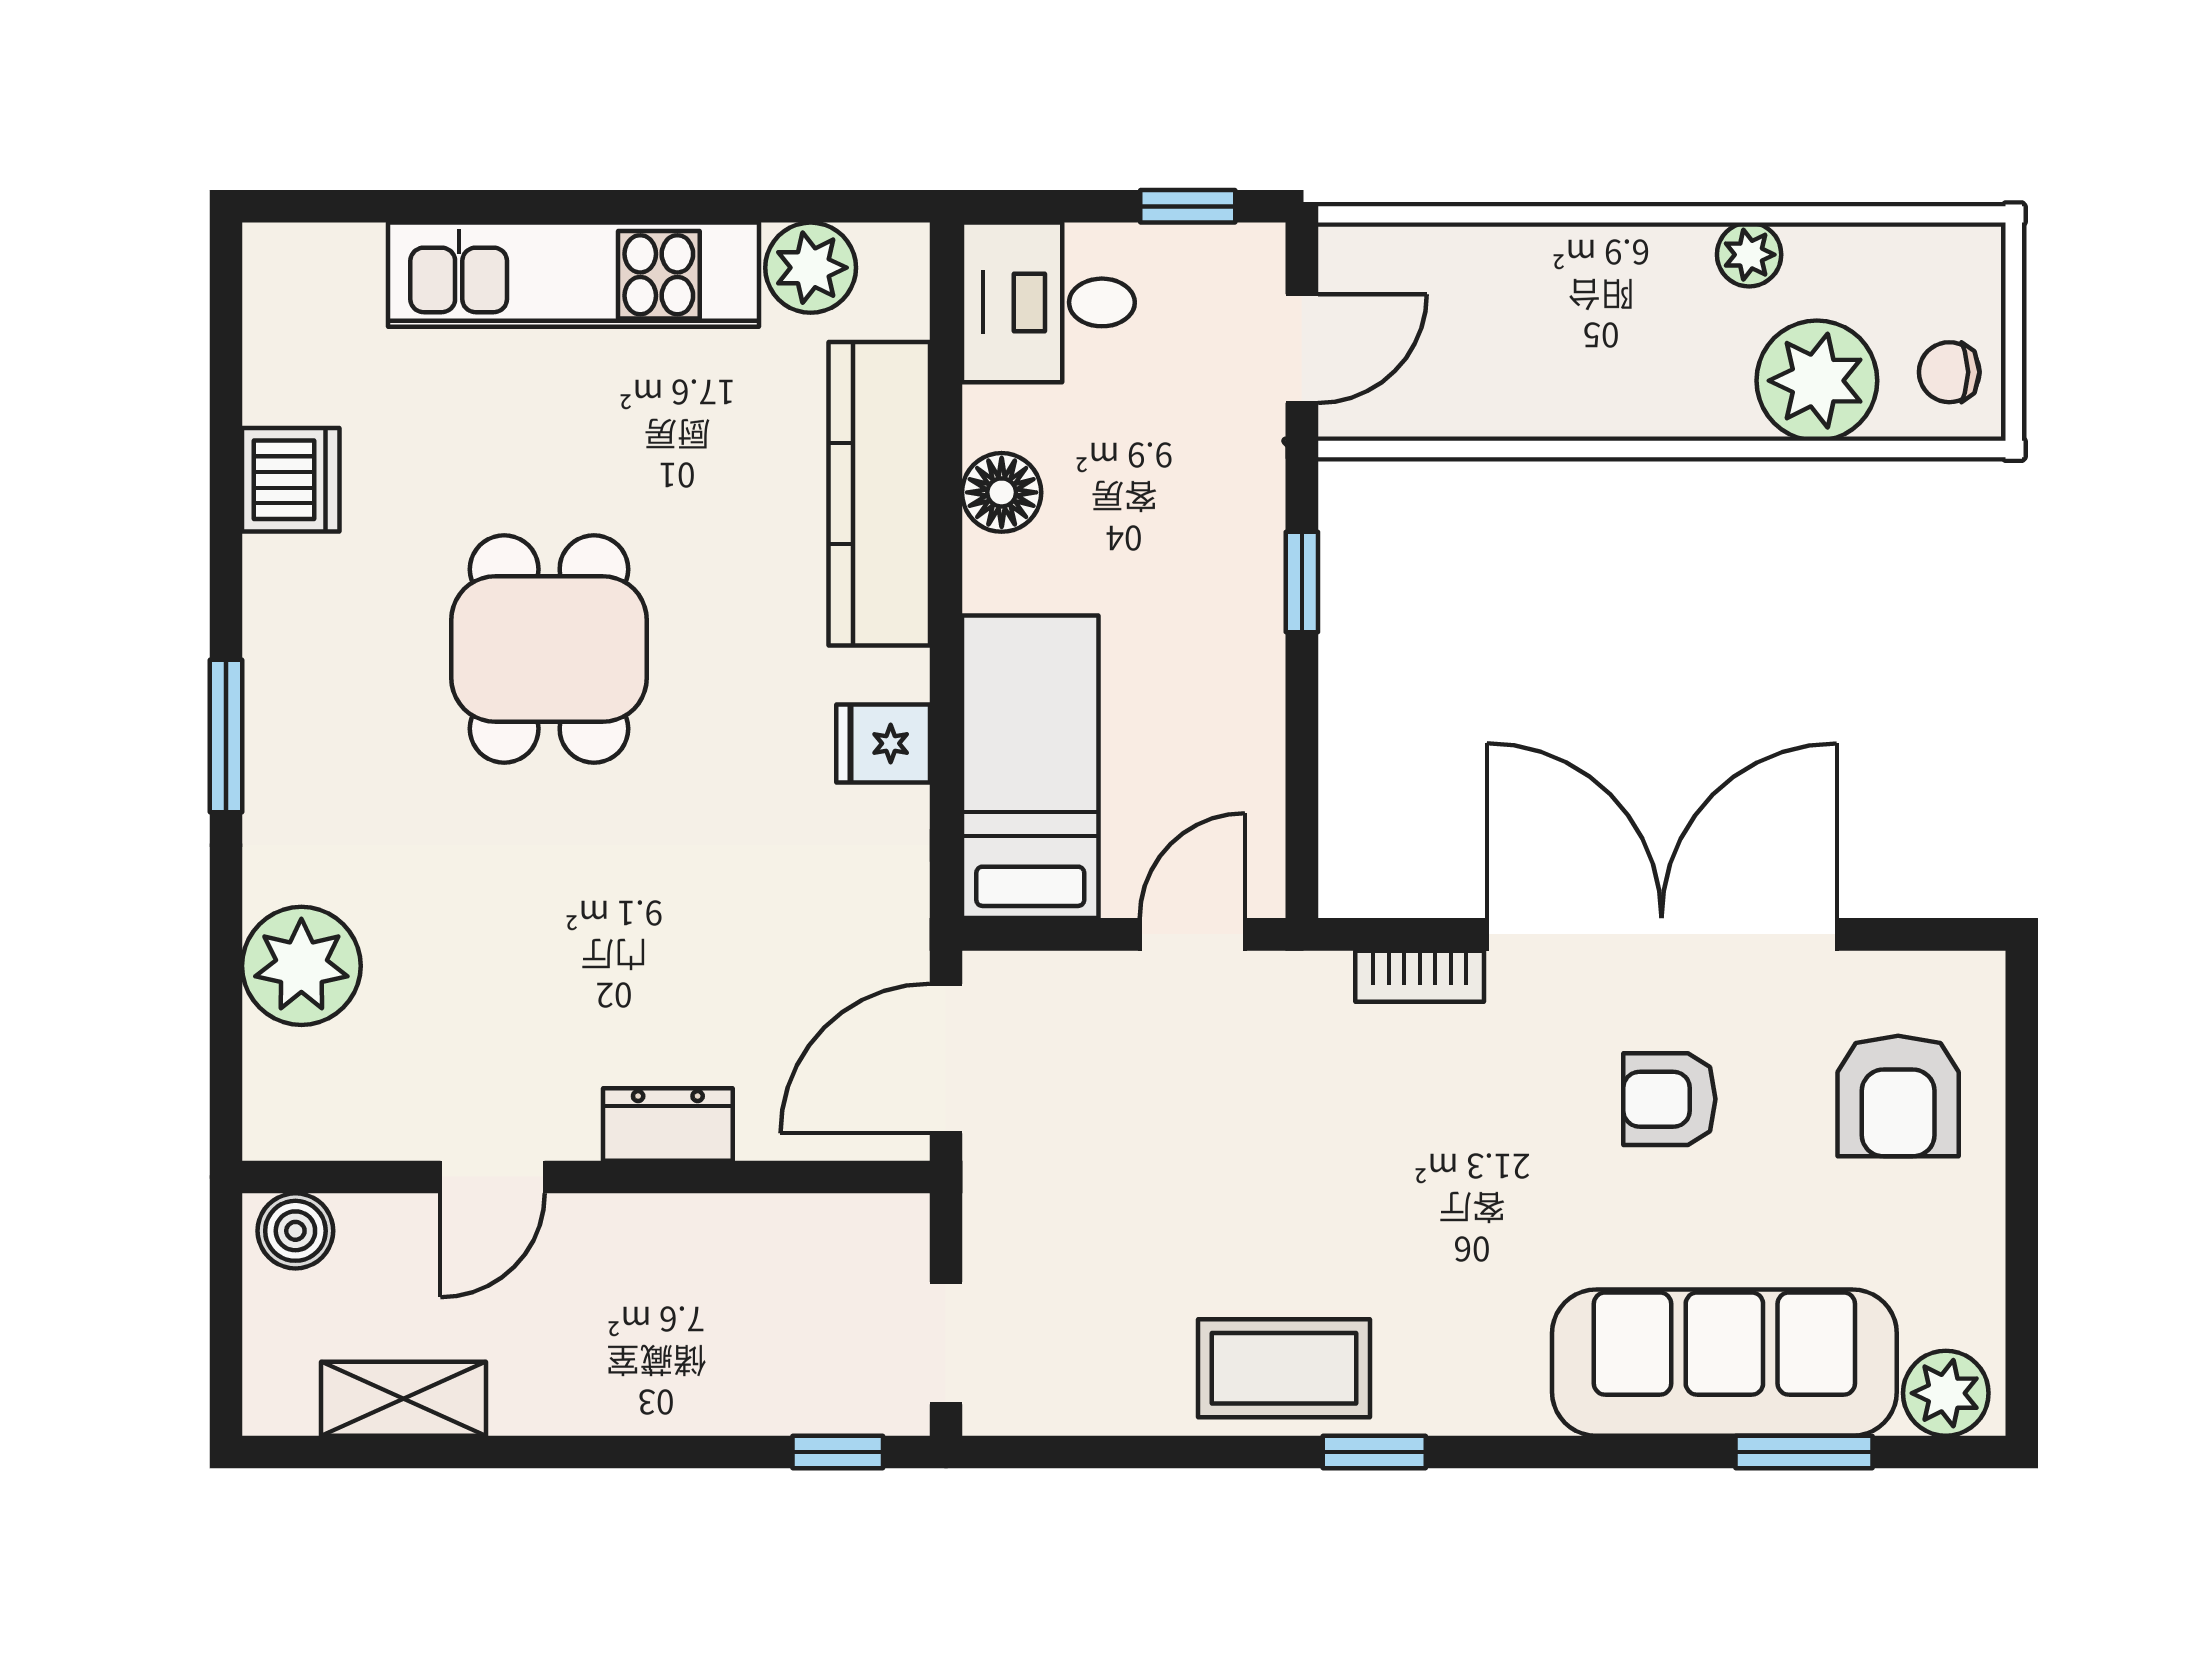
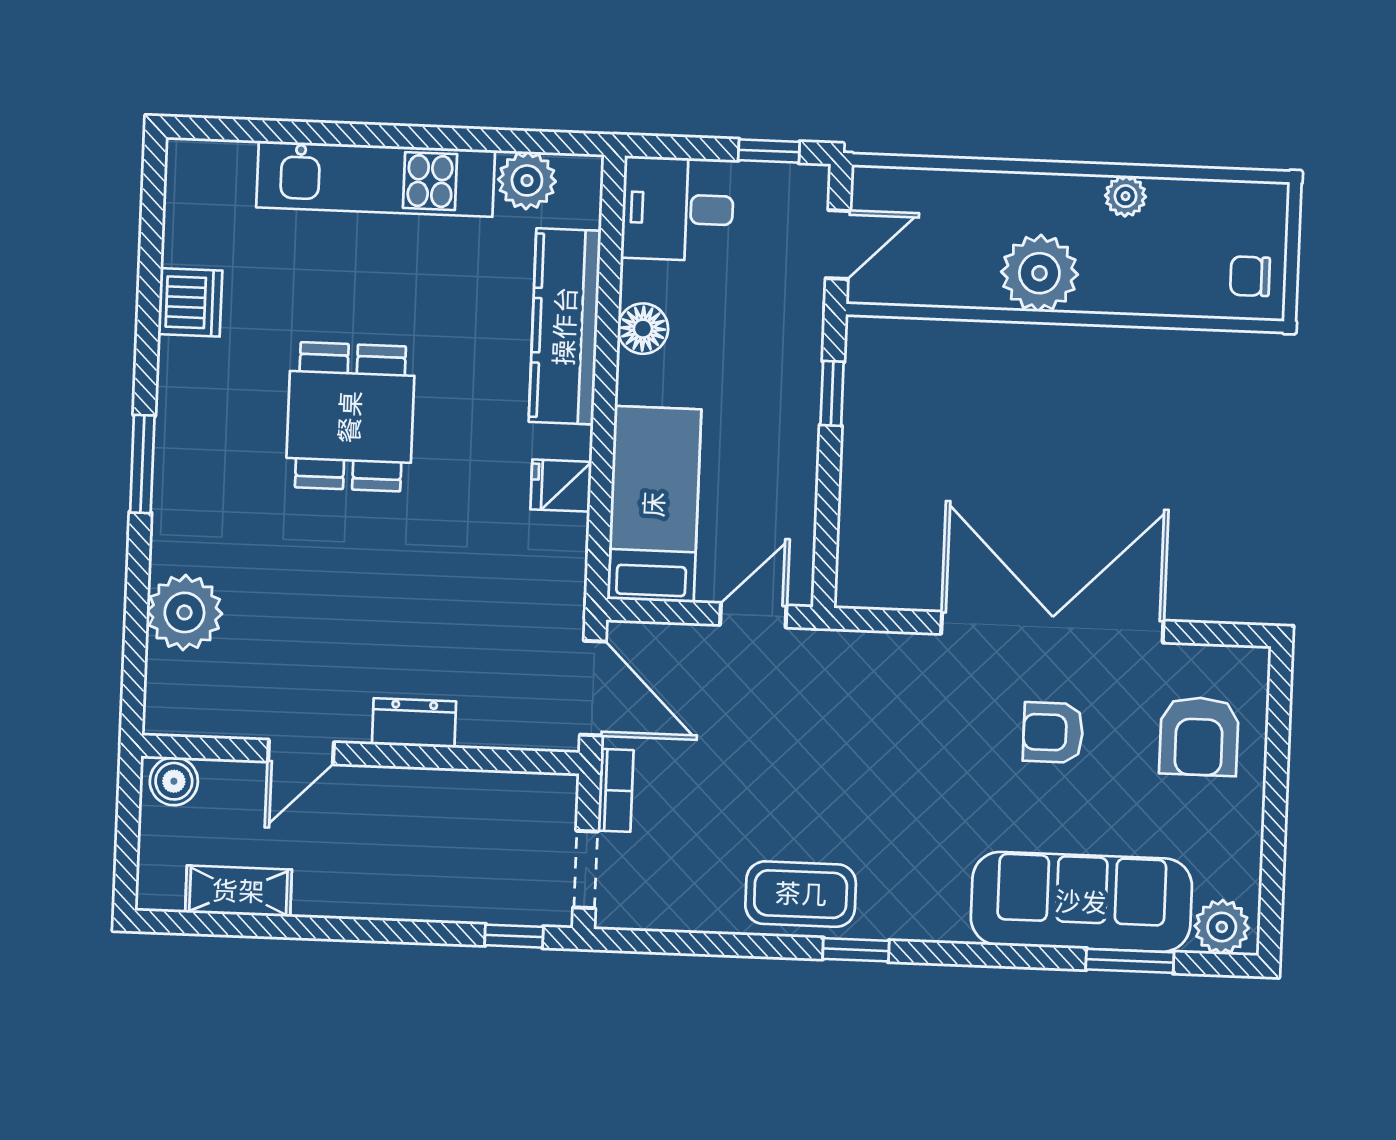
plant: (1817, 381) -> (1039, 273), moved
bookcase: (1420, 976) -> (616, 790), moved, turned -90
door: (946, 1059) -> (593, 688), swing flipped

